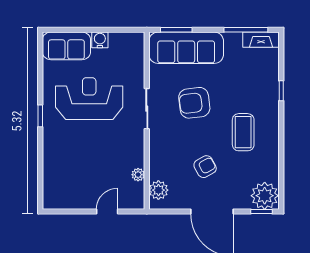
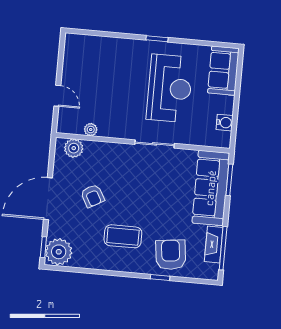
water cooler: (100, 40) -> (225, 123), moved
fireplace: (261, 40) -> (214, 244), moved
armchair: (194, 103) -> (171, 255), moved

